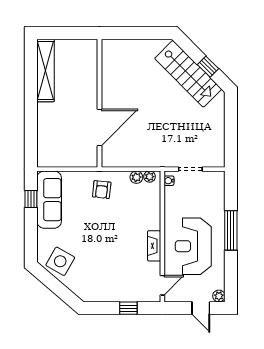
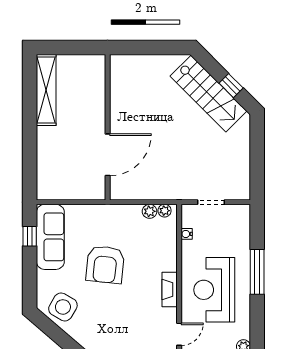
water cooler: (169, 181) -> (187, 234), moved
armchair: (102, 190) -> (105, 265), moved, width x1.88, depth x1.88

